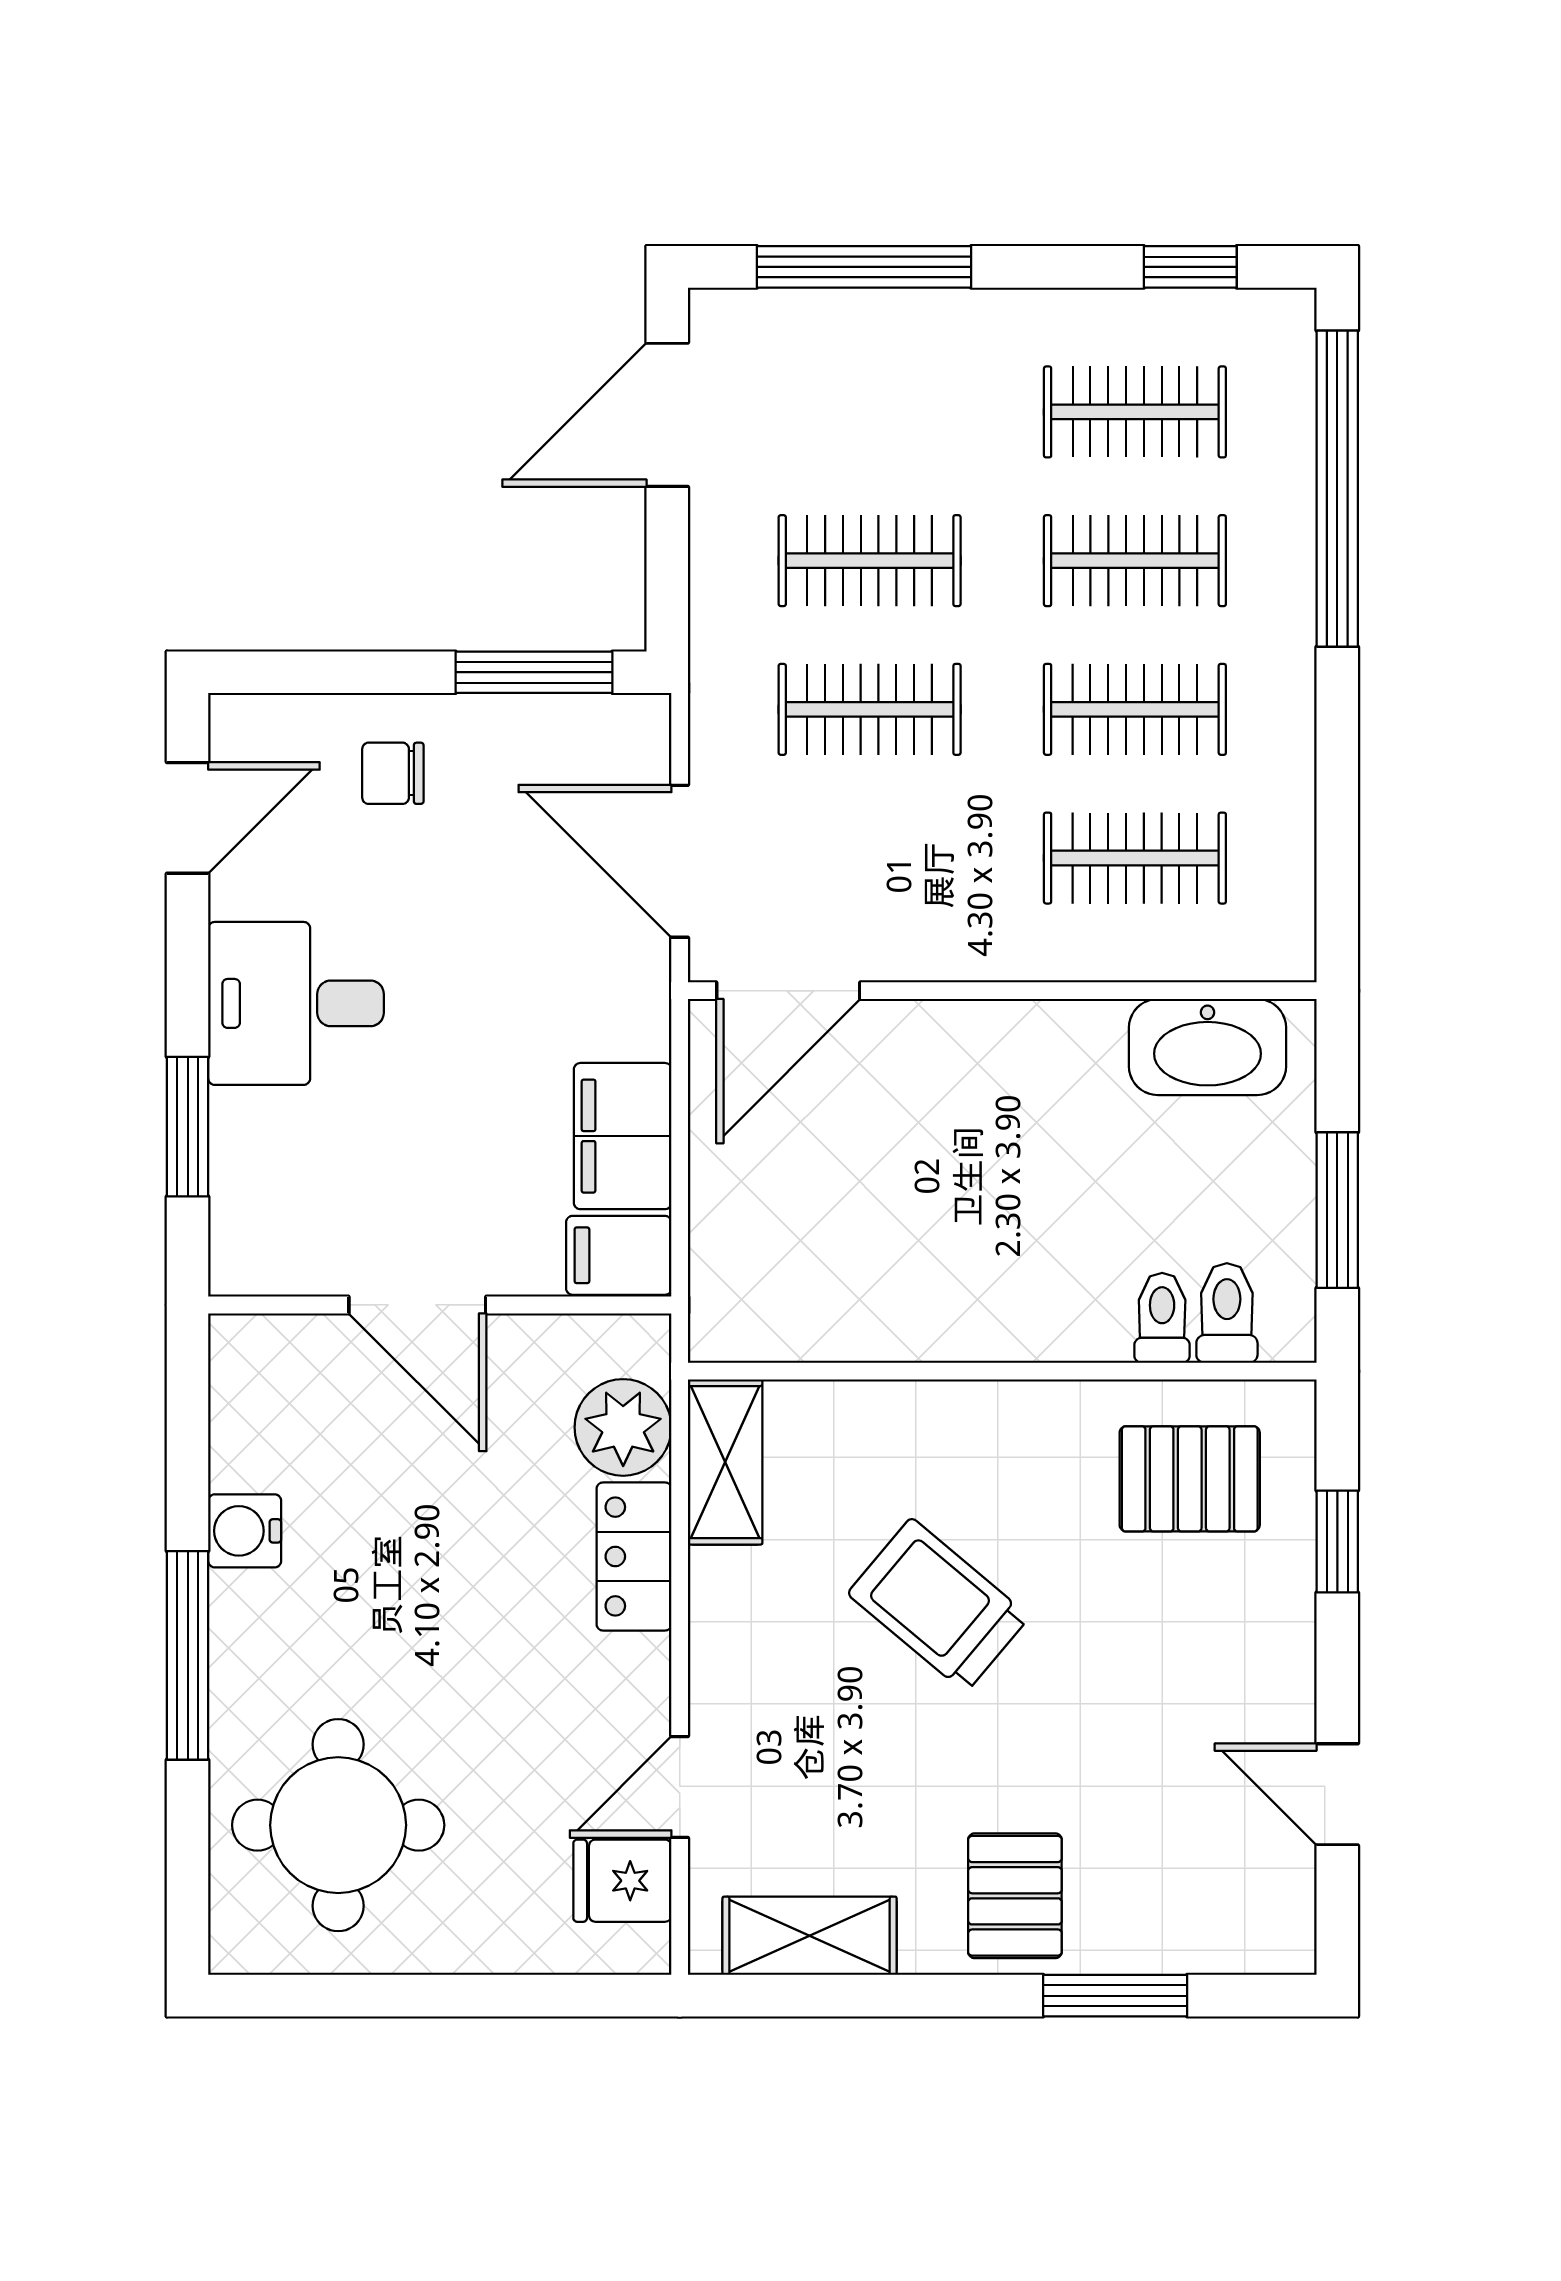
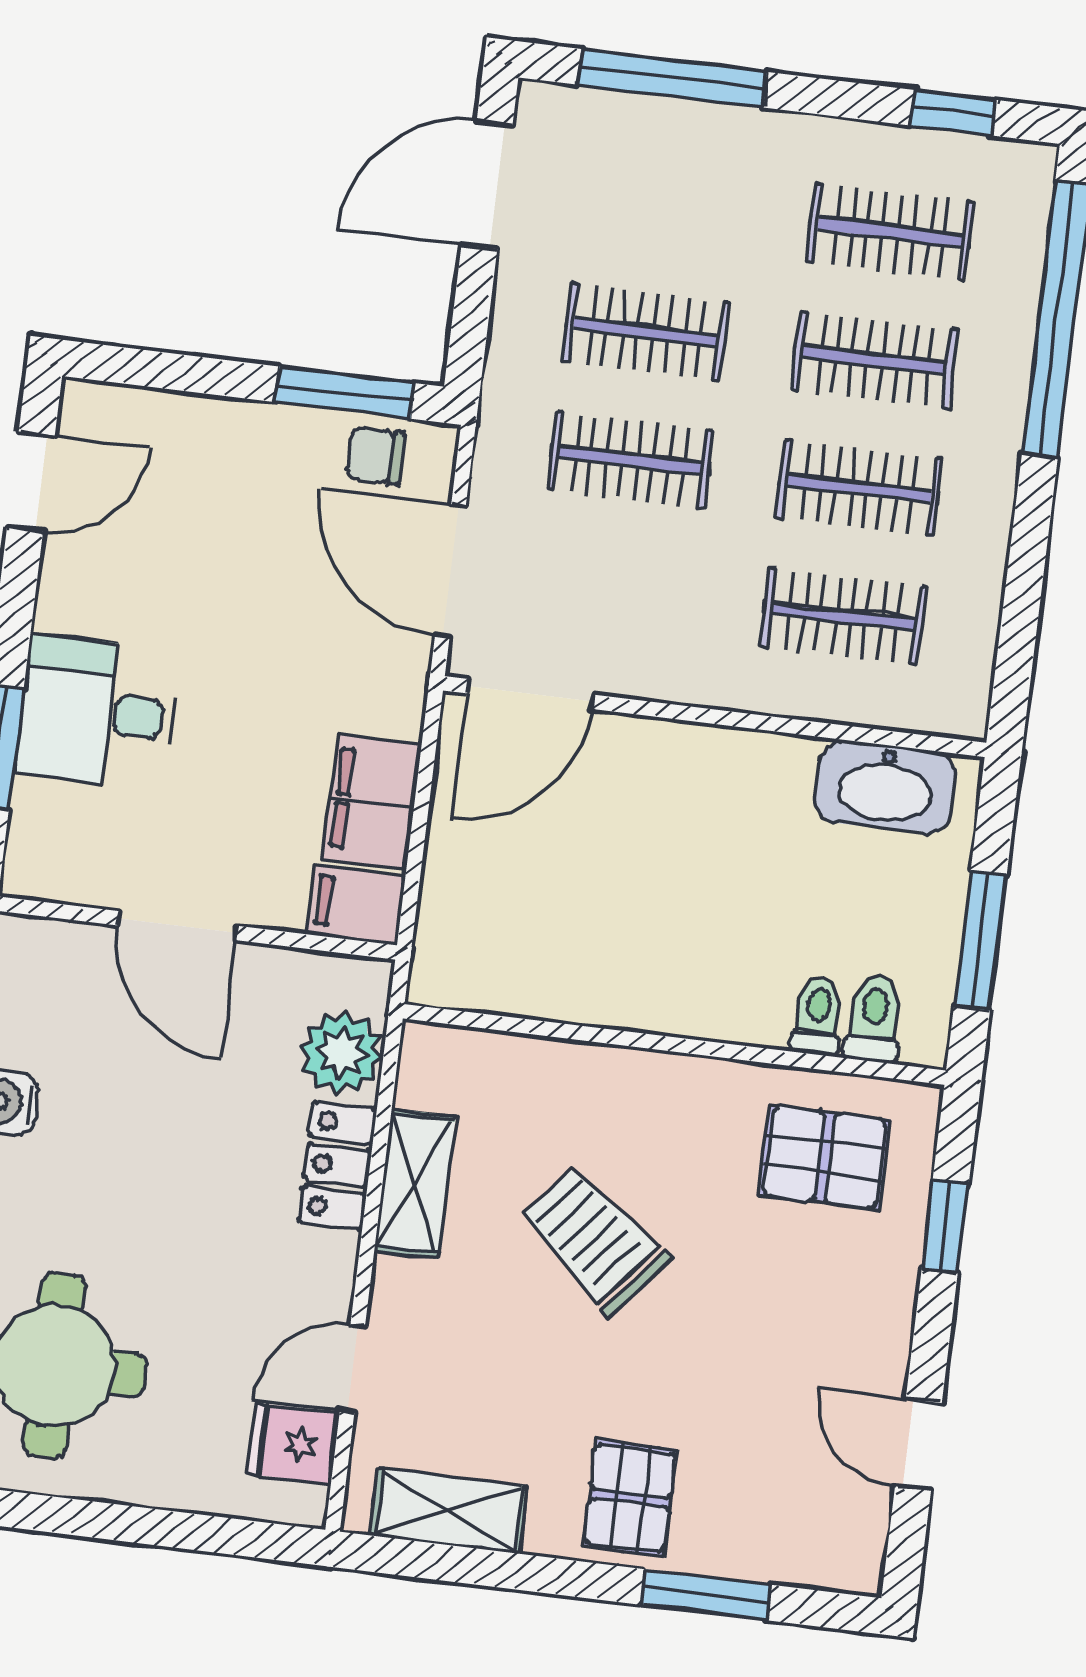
chair: (393, 773) -> (376, 456), moved
desk: (296, 1003) -> (97, 712), moved
shelving: (725, 1462) -> (415, 1184), moved

